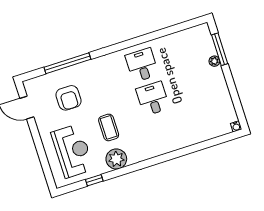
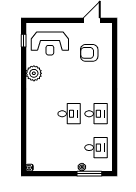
desk: (184, 51) -> (96, 148), added
window: (67, 63) -> (115, 60), removed
coffee table: (109, 127) -> (58, 75), removed
window: (94, 180) -> (24, 41), moved

